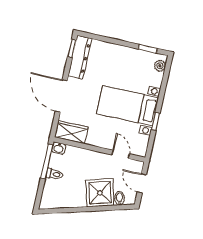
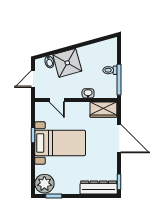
dresser: (80, 57) -> (99, 188), moved, turned 90
plant: (160, 66) -> (44, 184), width x1.87, depth x1.87
washbasin: (59, 148) -> (88, 93), moved
door: (142, 183) -> (33, 79), swing flipped

